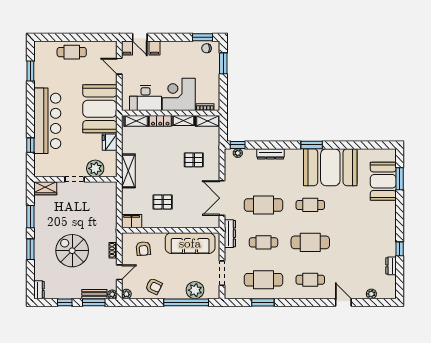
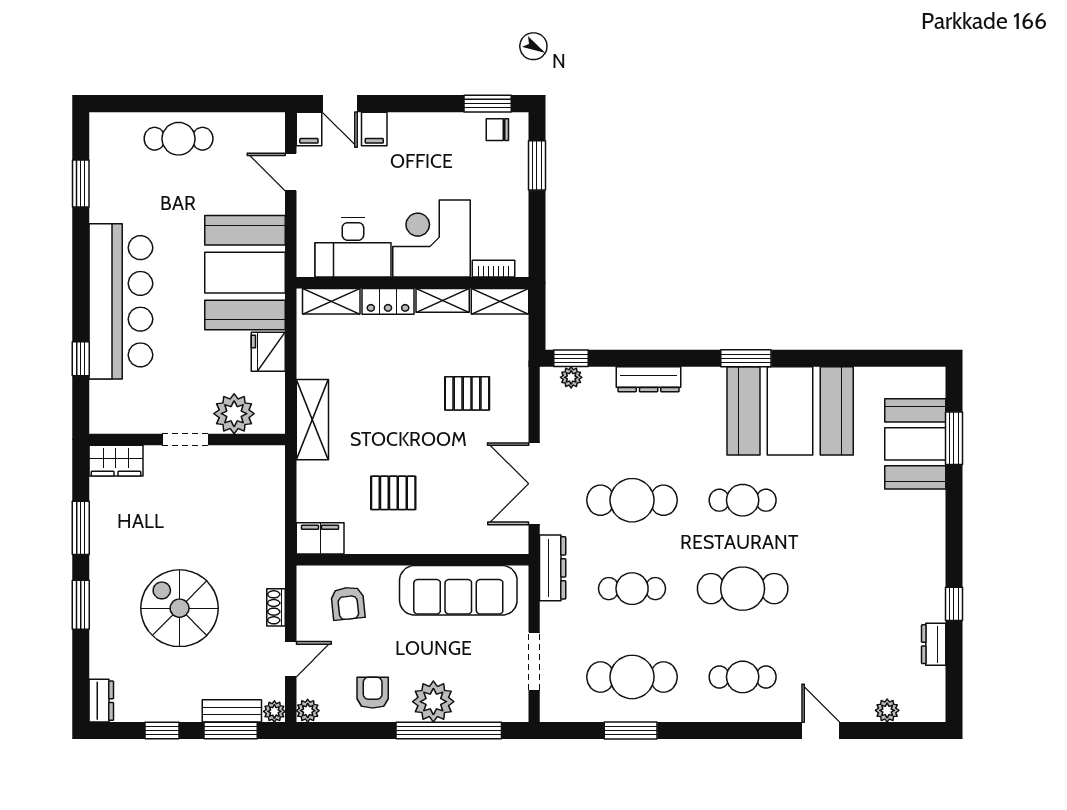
armchair: (154, 286) -> (373, 693), turned -116
plant: (195, 290) -> (433, 702), moved

